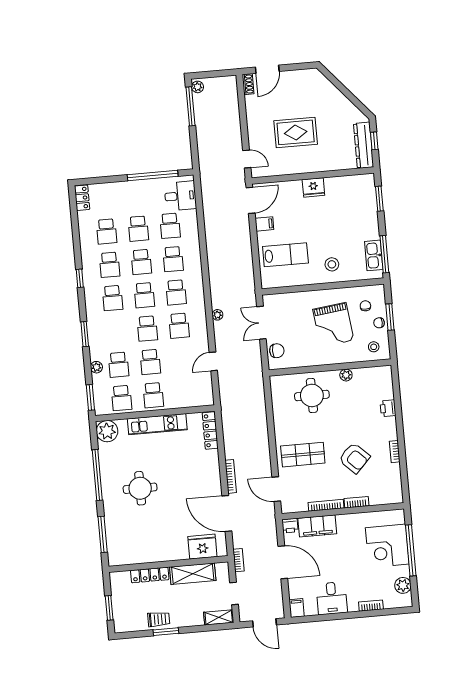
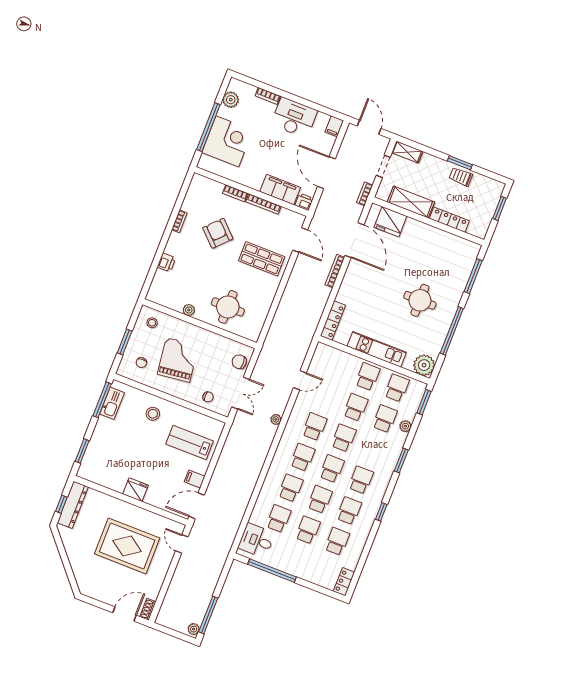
rug: (296, 132) -> (127, 546), width x1.37, depth x1.44
chair: (379, 323) -> (208, 397), moved
desk: (332, 598) -> (294, 118), width x1.37

